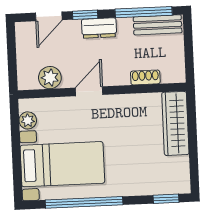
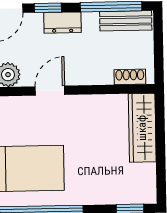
shoe rack: (145, 77) -> (130, 77), moved

